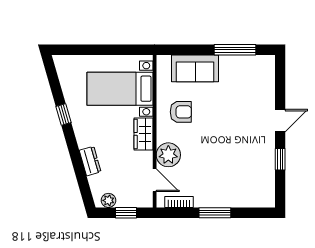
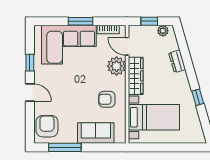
armchair: (258, 77) -> (47, 126), added
door: (280, 121) -> (30, 92), swing flipped
wardrobe: (144, 134) -> (136, 76), width x1.50
corner sofa: (230, 182) -> (69, 45), added

